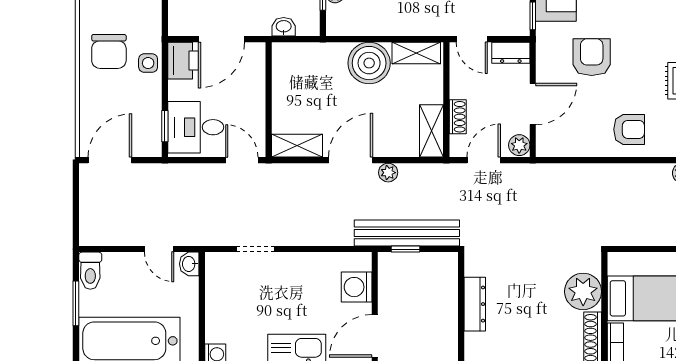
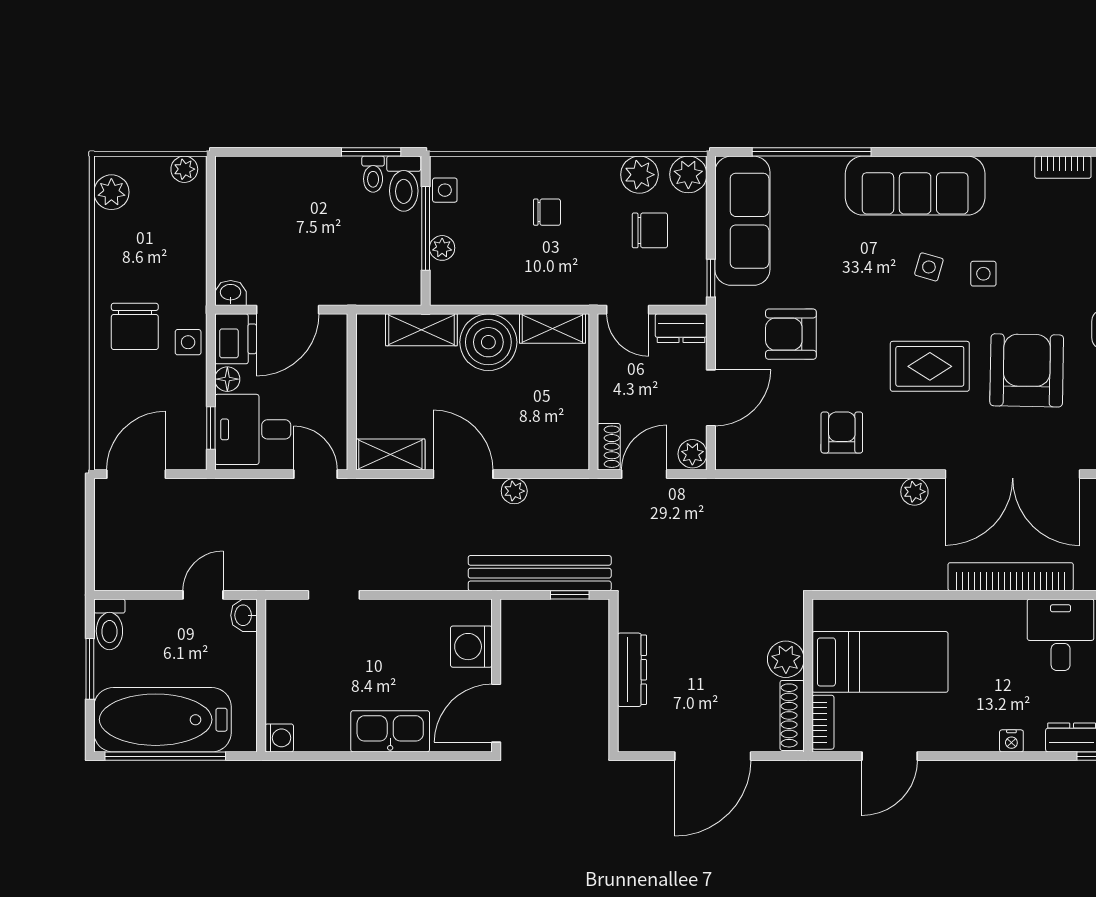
washbasin: (284, 27) -> (231, 293), moved
armchair: (592, 57) -> (791, 334), turned -90
floor lamp: (177, 90) -> (227, 379), added
shoe rack: (458, 117) -> (609, 447), moved
armchair: (629, 129) -> (842, 432), turned -90
shelving: (432, 131) -> (421, 330), moved, turned 90
door: (351, 160) -> (463, 474), hinge flipped
door: (159, 249) -> (203, 595), swing flipped
window: (405, 249) -> (570, 595), moved
plant: (583, 291) -> (786, 659), width x0.73, depth x0.73

